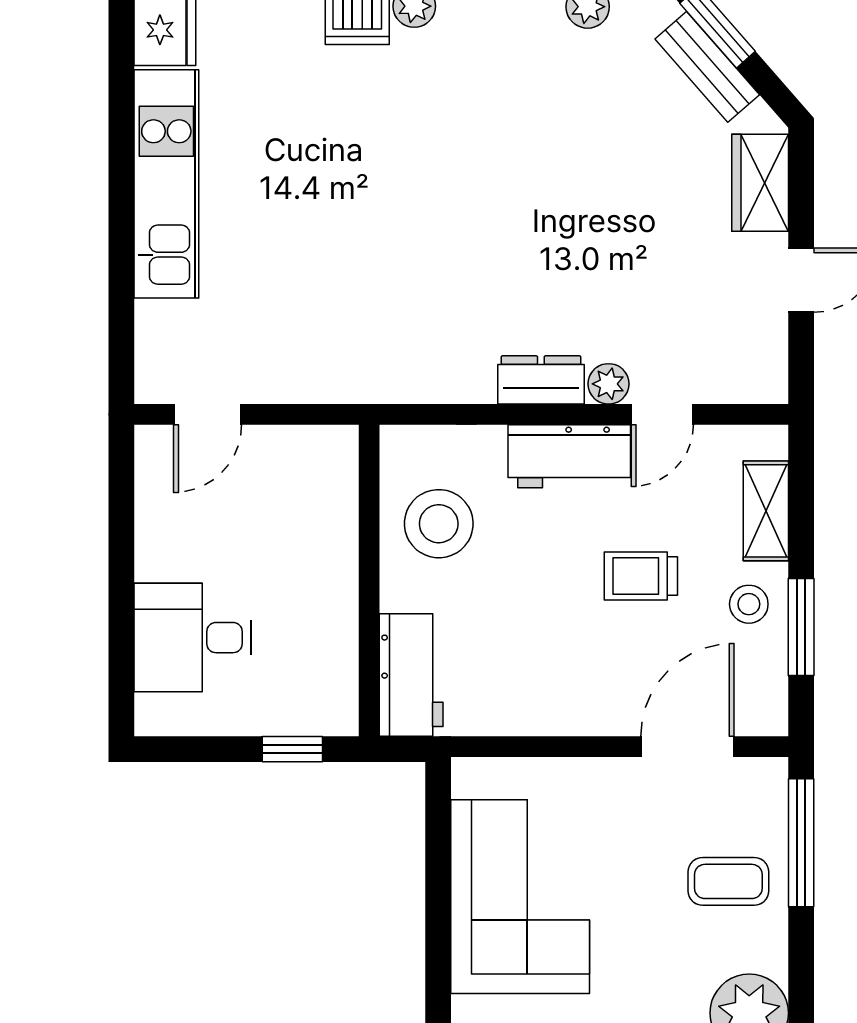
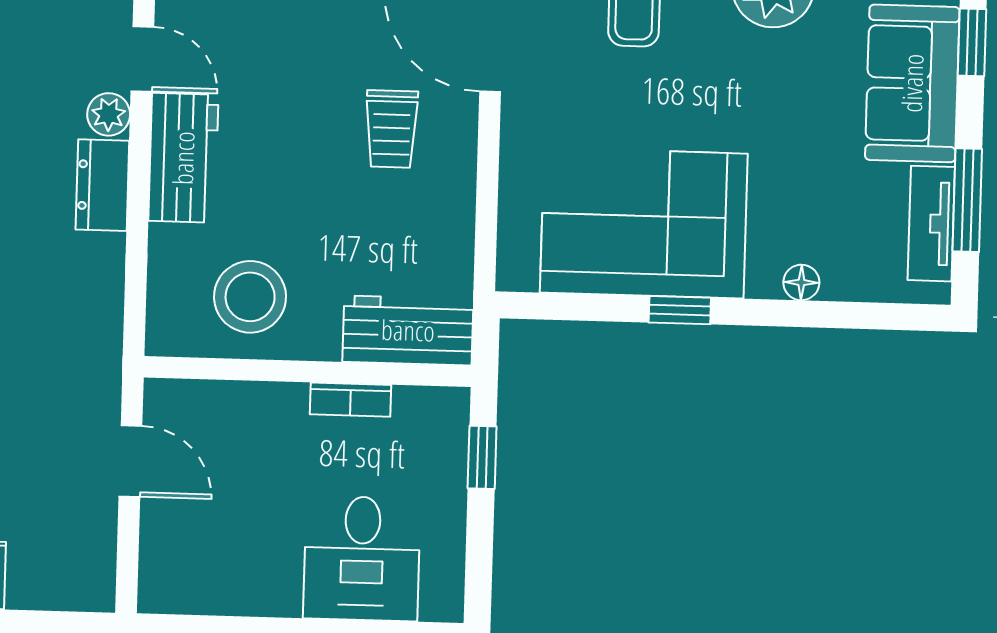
door: (208, 414) -> (130, 461), moved
trolley: (641, 576) -> (392, 129), moved
bookcase: (344, 622) -> (350, 400), added
window: (438, 933) -> (680, 310), added

